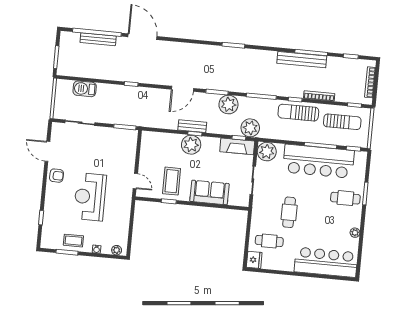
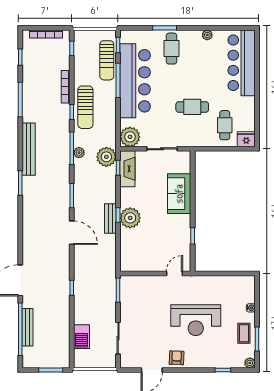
bench: (302, 60) -> (29, 149), moved
plant: (228, 105) -> (79, 153), moved, width x0.53, depth x0.53
sun lounger: (342, 122) -> (107, 60), moved, turned 180
coffee table: (172, 181) -> (171, 235), removed
plant: (117, 250) -> (250, 363), moved

